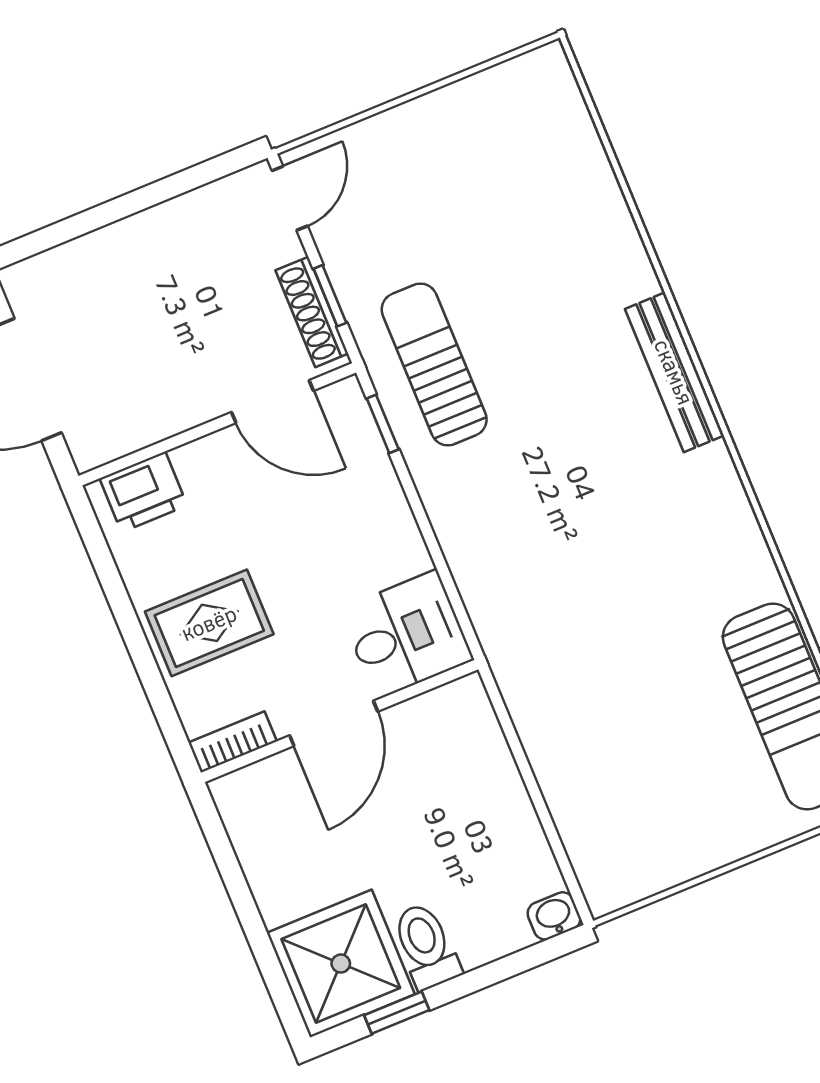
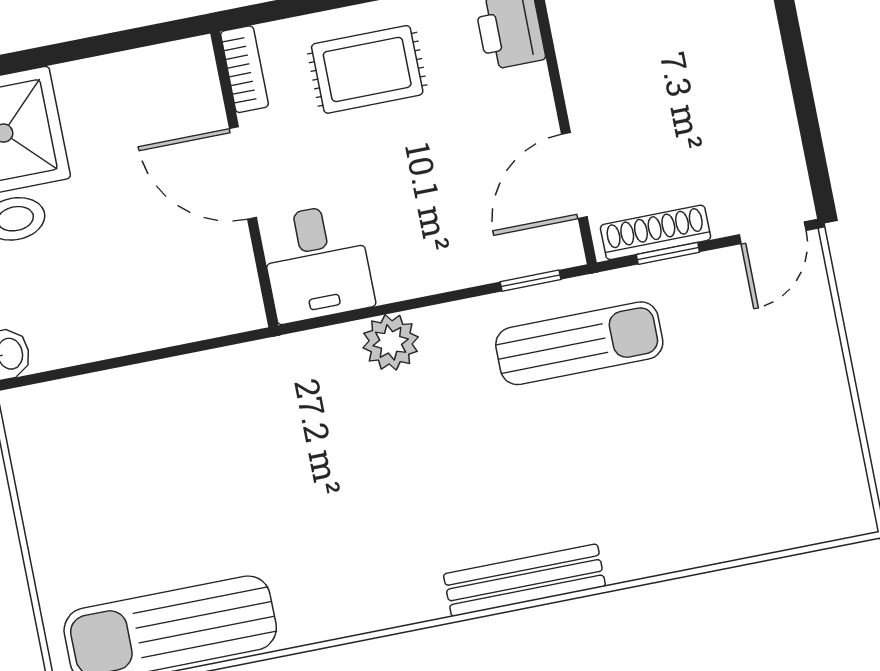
door: (290, 198) -> (773, 233), hinge flipped
plant: (469, 548) -> (391, 342), added
rug: (209, 623) -> (367, 69), turned 90

